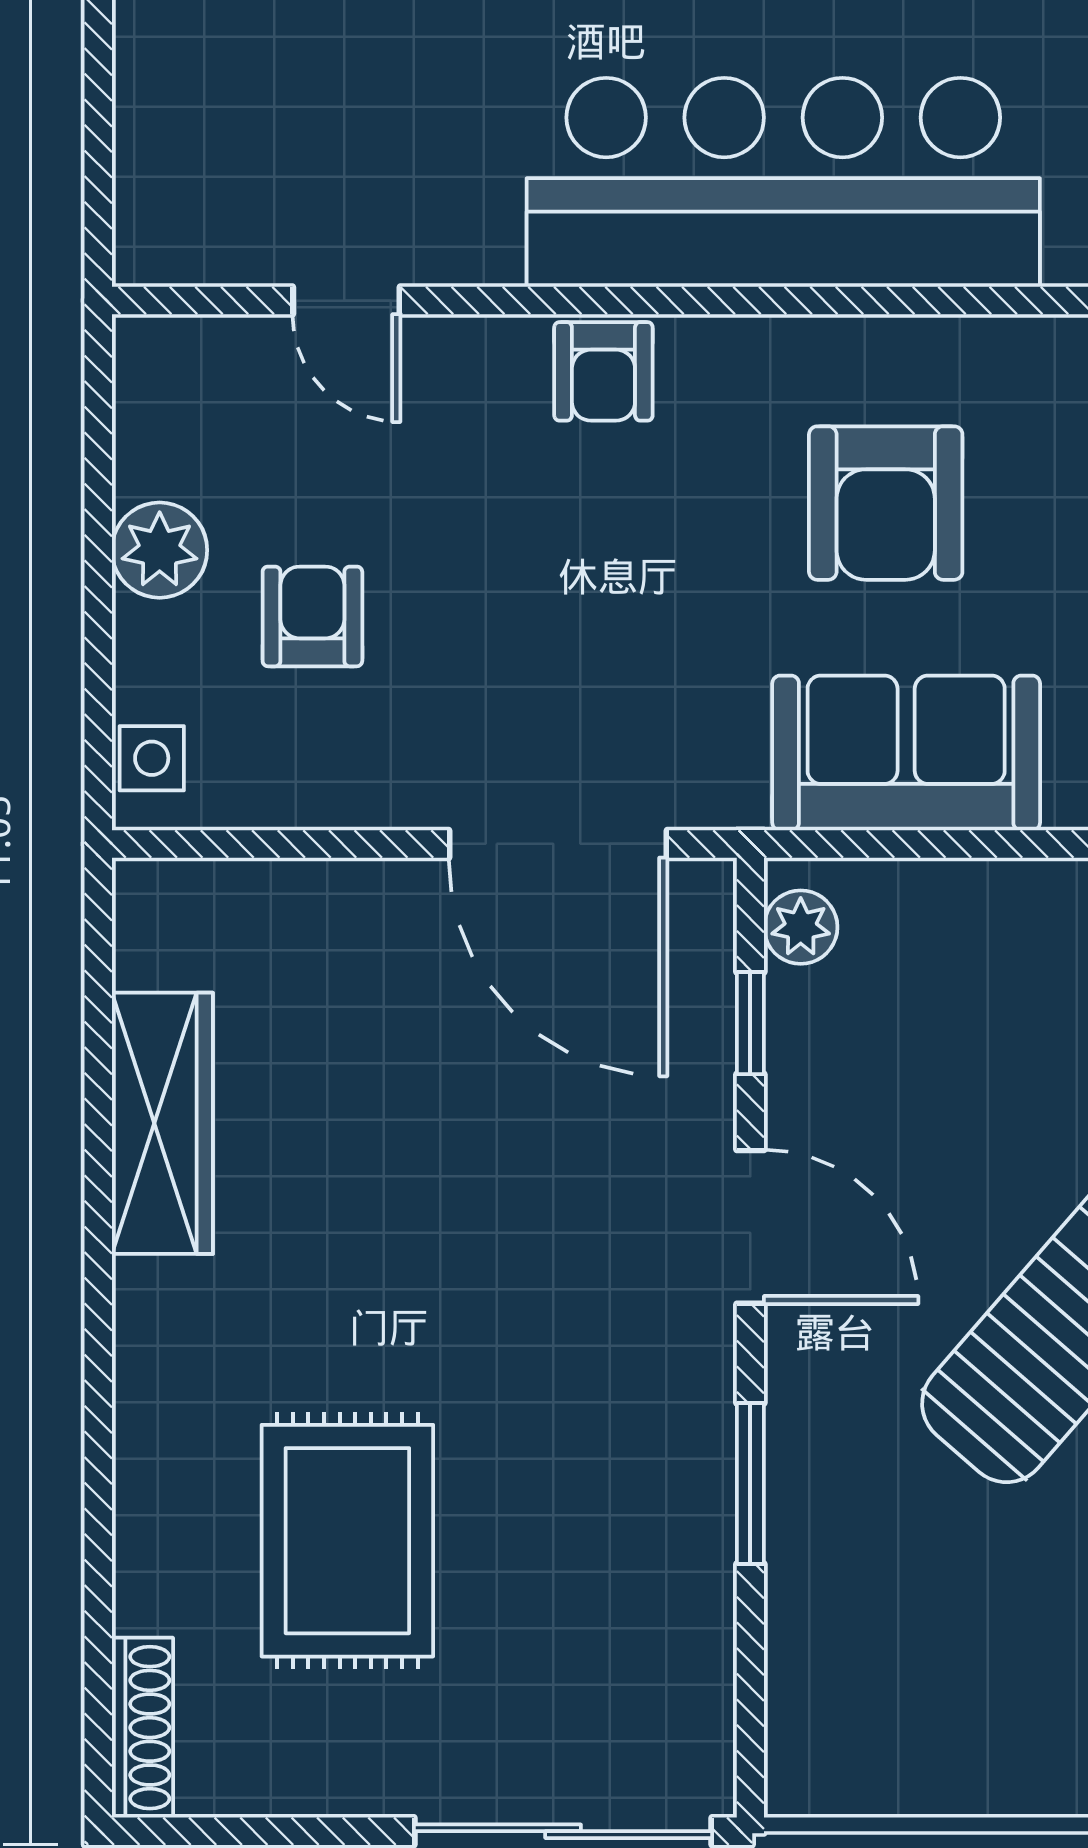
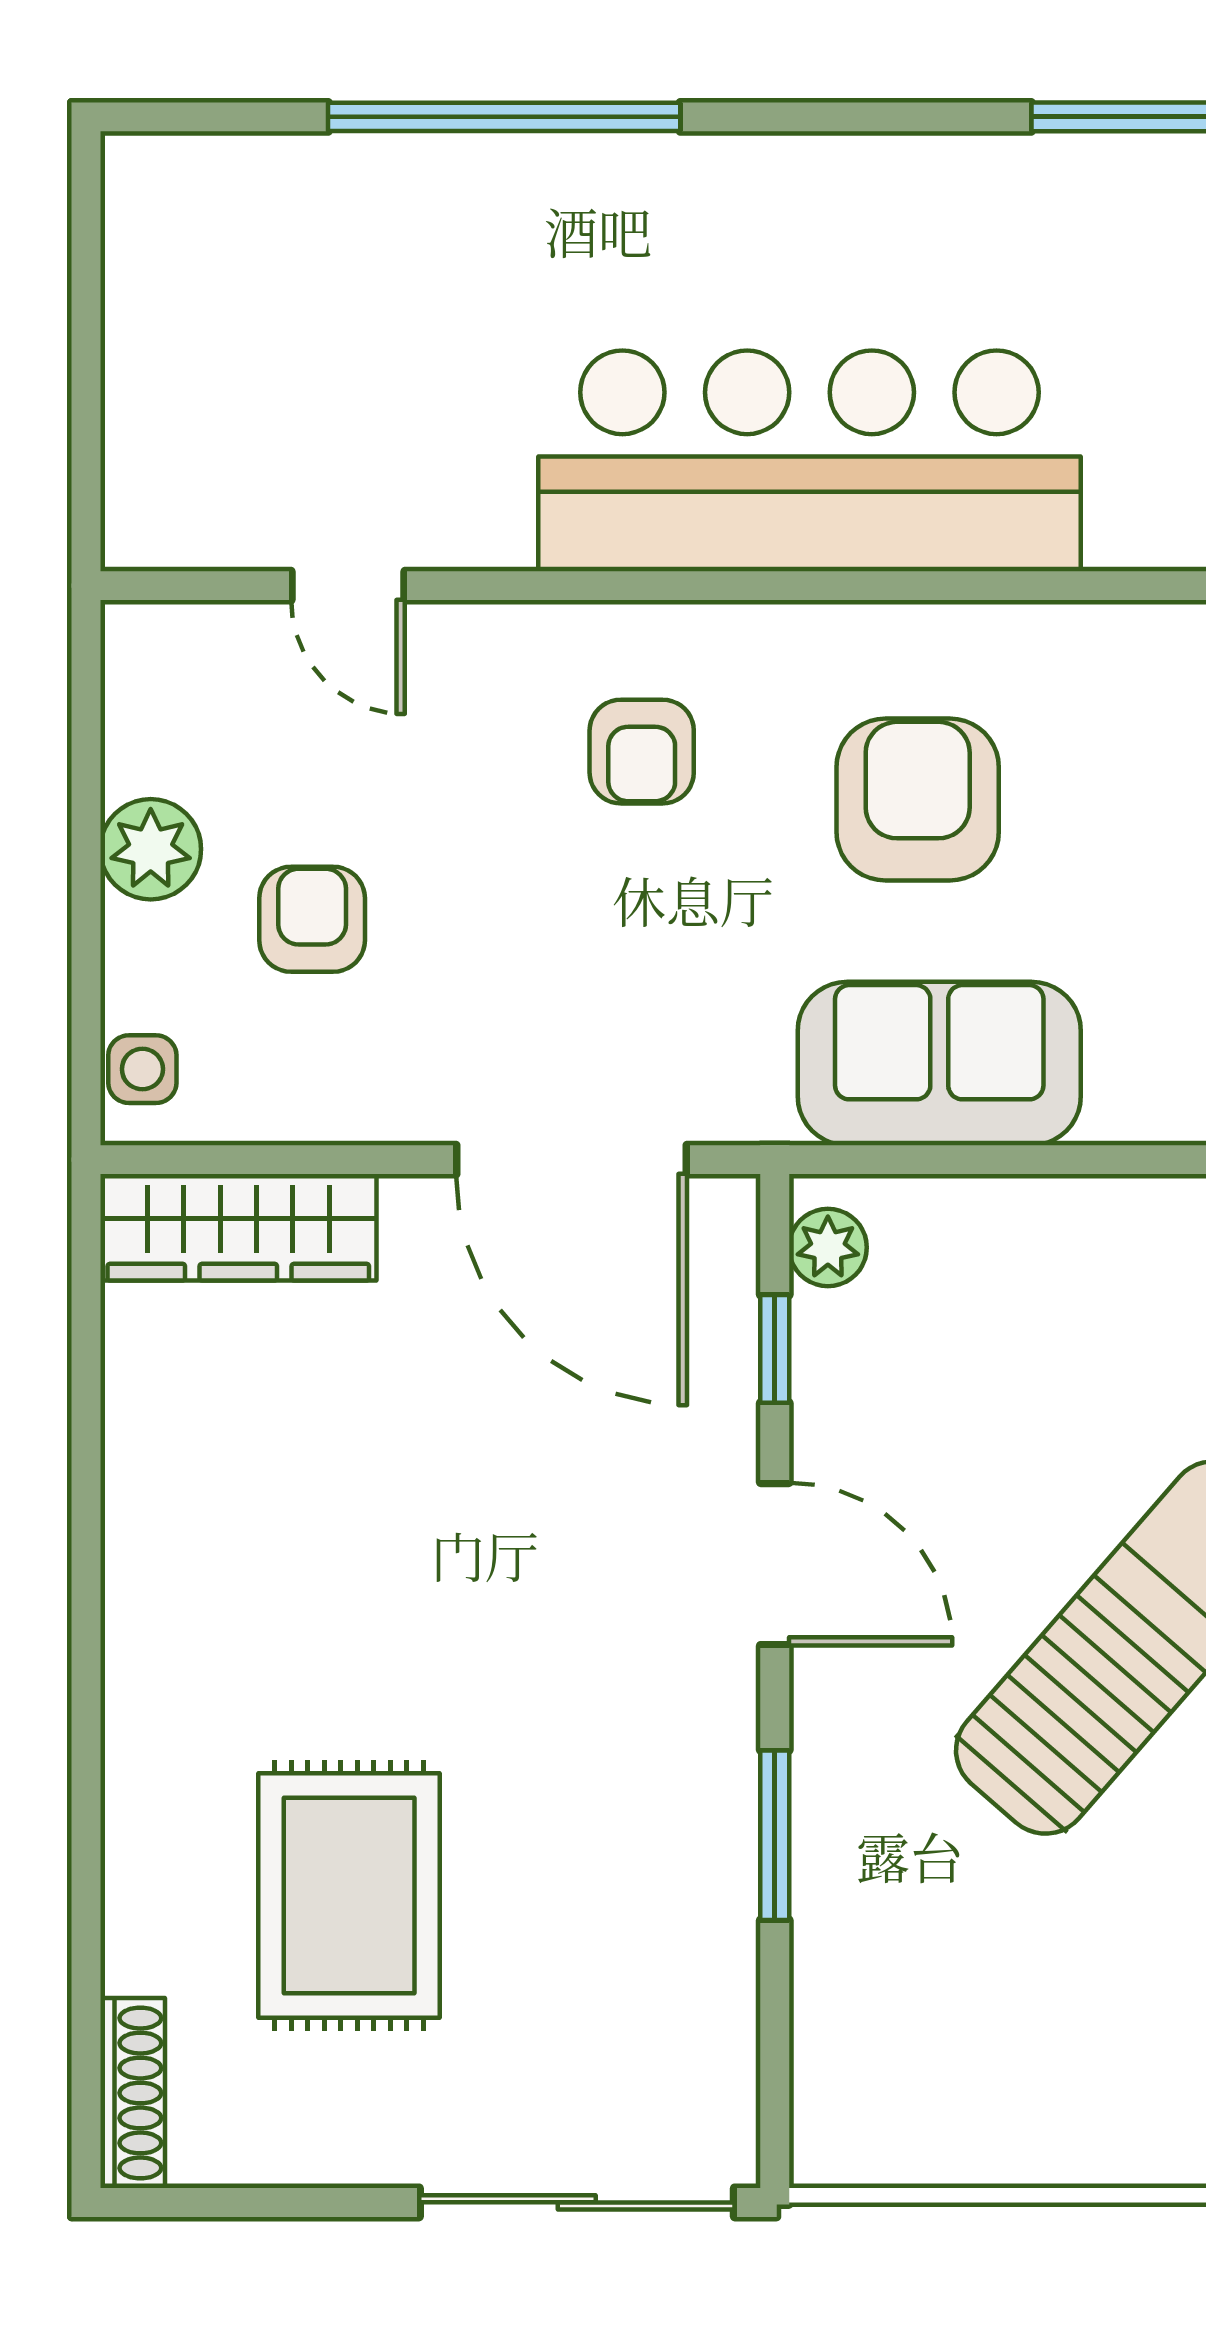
armchair: (603, 371) -> (642, 752), moved
armchair: (886, 503) -> (918, 800), turned 180
wardrobe: (162, 1123) -> (238, 1227), moved, turned 90

